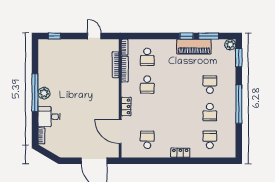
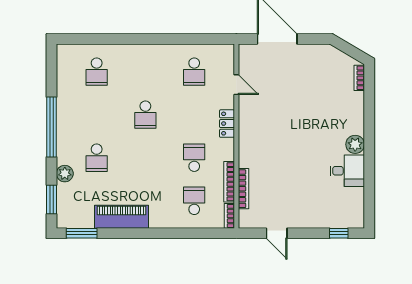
window: (187, 36) -> (133, 233), removed
window: (209, 36) -> (82, 233), moved
plant: (230, 45) -> (65, 174), moved
window: (35, 93) -> (369, 145), removed
school desk: (210, 112) -> (145, 115), moved, turned 180
desk: (49, 117) -> (347, 171), moved
door: (120, 131) -> (236, 85), width x0.53
locker: (180, 153) -> (143, 51), removed

